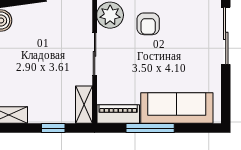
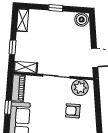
window: (150, 128) -> (8, 107), width x0.46

